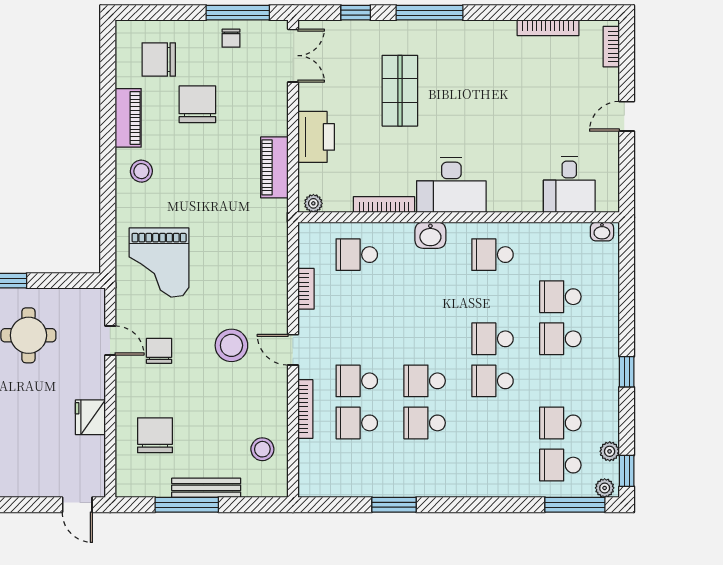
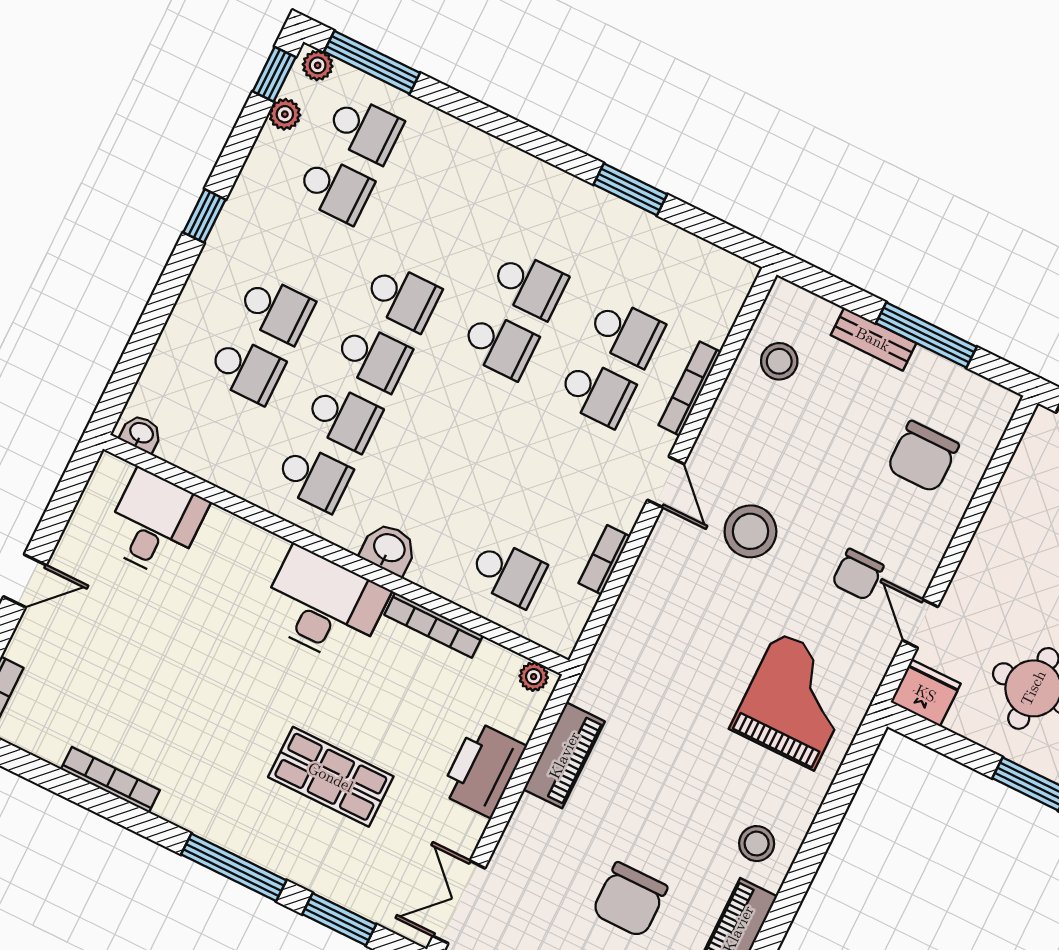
window: (356, 13) -> (339, 919), width x1.50
bookcase: (548, 28) -> (110, 780), moved
shop shelf: (400, 91) -> (331, 777), turned 90
school desk: (492, 297) -> (343, 417), added
fridge: (90, 417) -> (926, 693), moved, turned -90
bench: (206, 488) -> (873, 339), width x0.73

